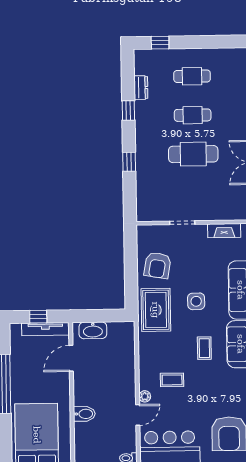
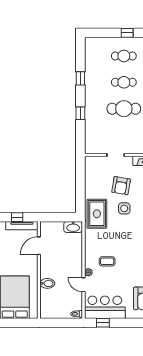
window: (160, 43) -> (127, 33), moved
dresser: (141, 88) -> (89, 63), removed
armchair: (158, 265) -> (121, 186), moved
washbasin: (93, 330) -> (73, 227), moved
coffee table: (204, 348) -> (129, 240), removed
door: (138, 415) -> (83, 285), swing flipped

